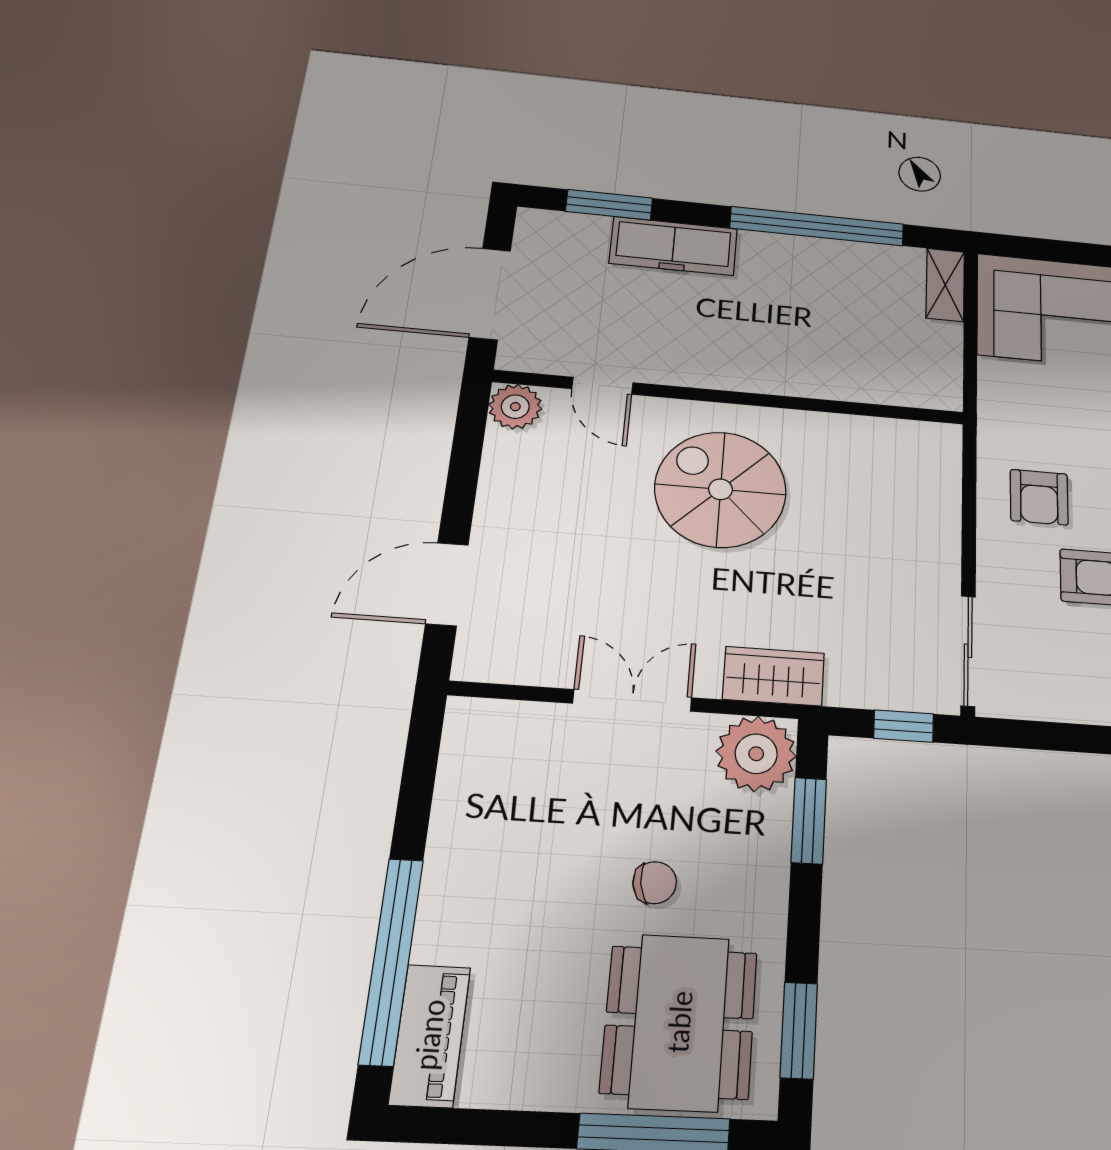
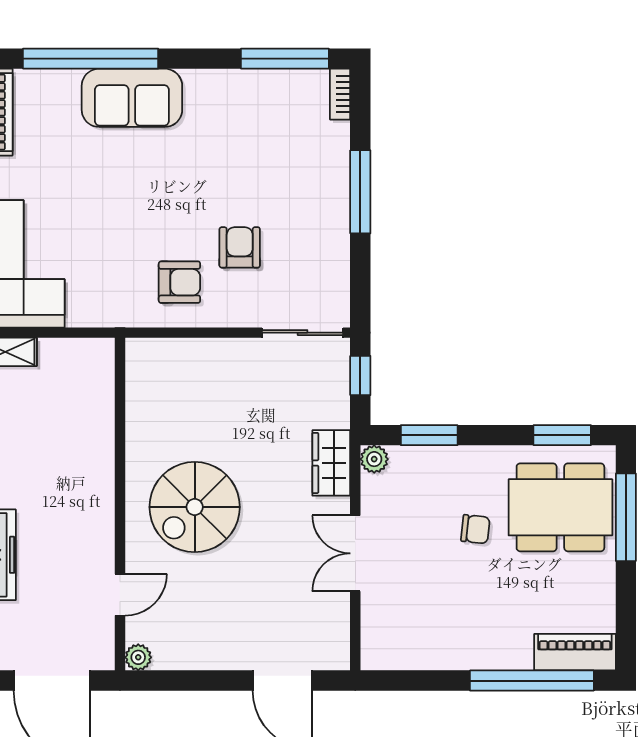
plant: (515, 407) -> (138, 657), width x0.73, depth x0.73
plant: (756, 754) -> (374, 459), width x0.53, depth x0.53
chair: (655, 883) -> (475, 529), turned 104

